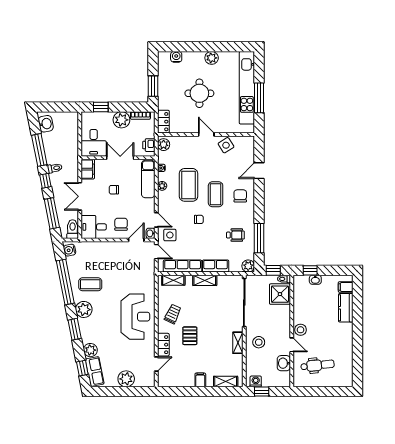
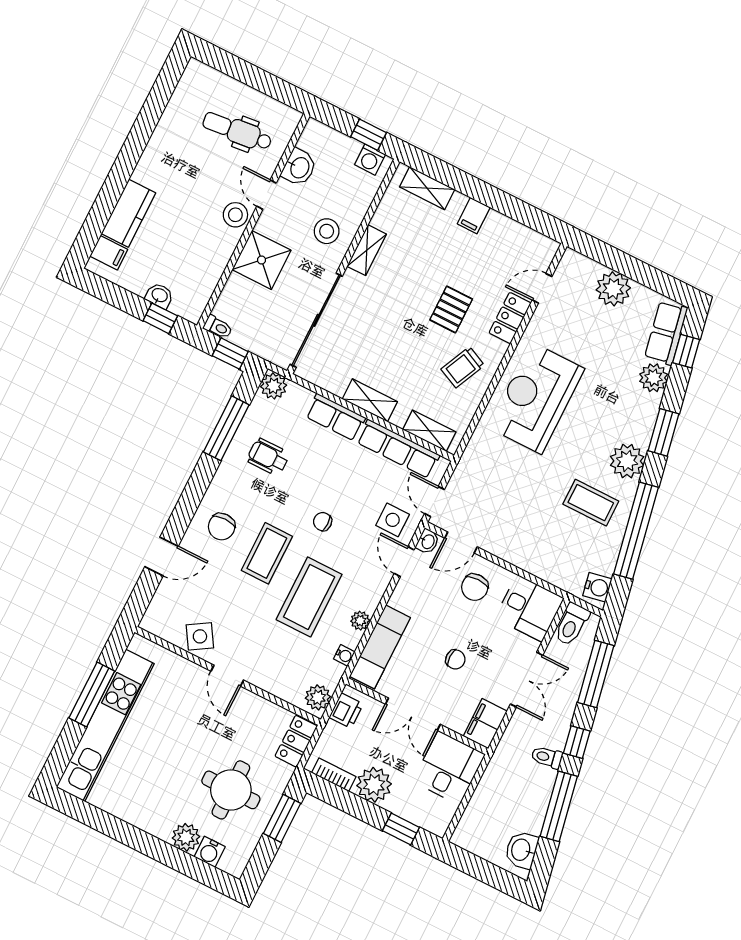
plant: (212, 58) -> (186, 837), moved
round table: (199, 93) -> (231, 790), moved
shower: (280, 294) -> (261, 260), moved

